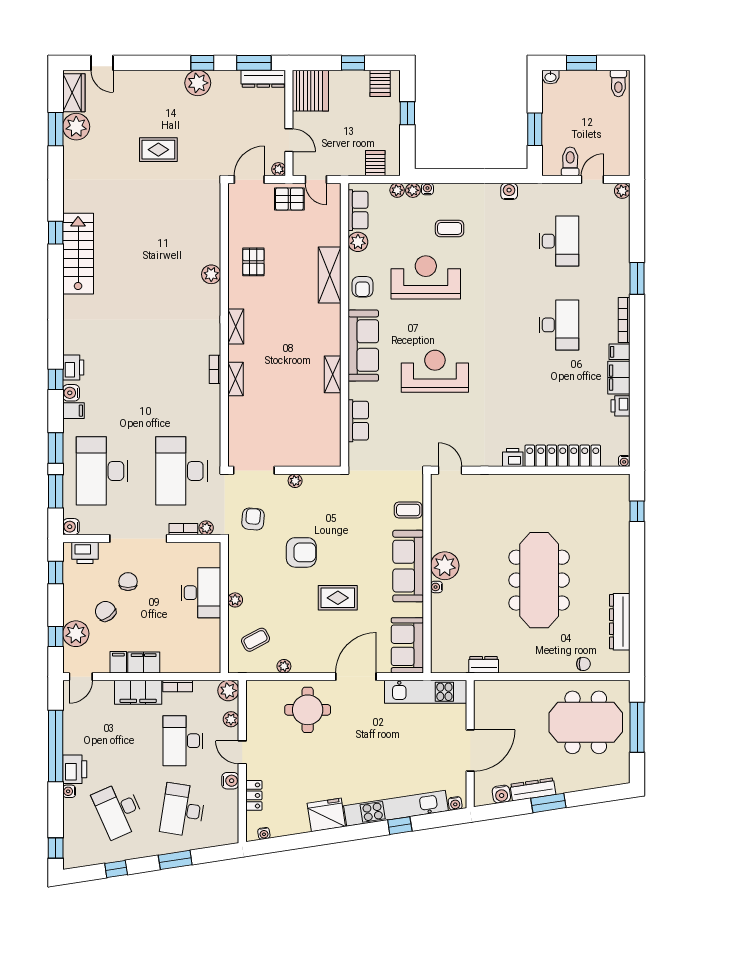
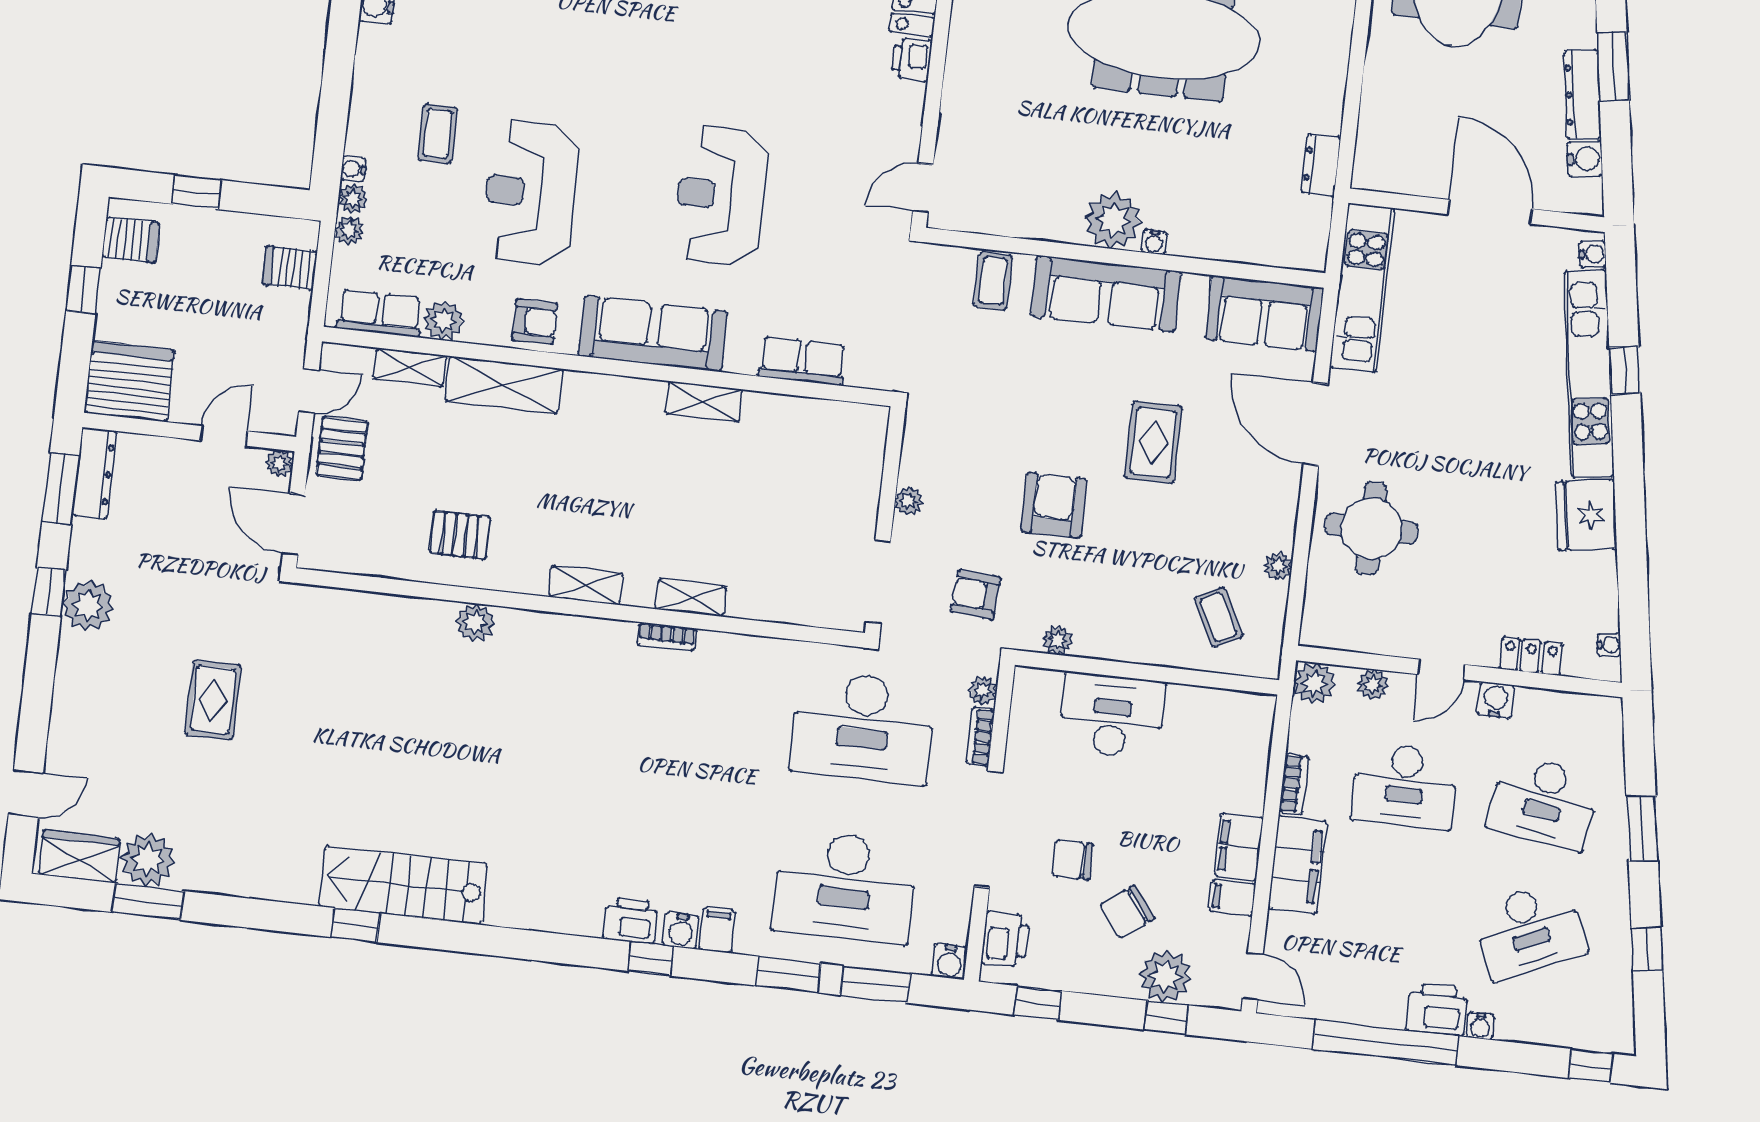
shelving: (333, 228) -> (410, 367), added
plant: (235, 600) -> (1057, 640), moved

